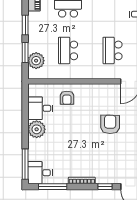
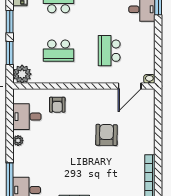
school desk: (68, 50) -> (59, 51), turned -90
plant: (36, 61) -> (22, 74), moved
plant: (37, 129) -> (18, 141), width x0.53, depth x0.53

